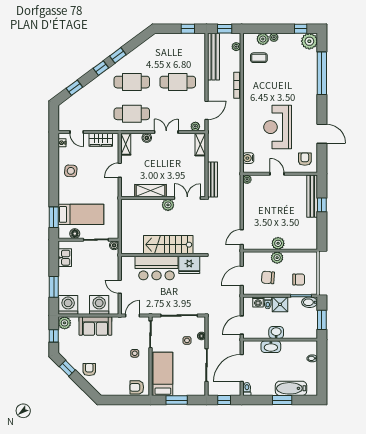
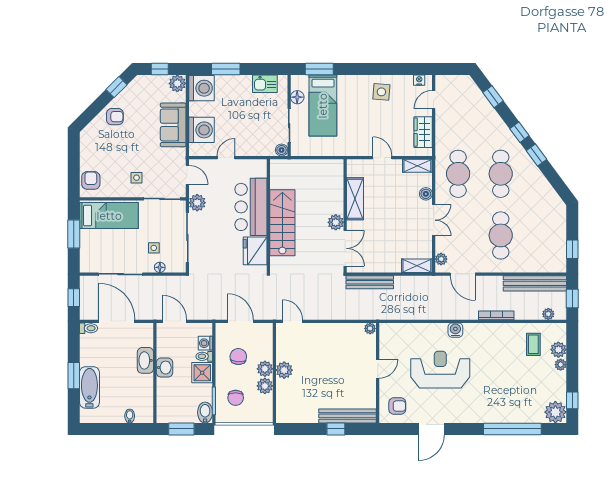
water cooler: (248, 158) -> (455, 330), moved
plant: (290, 258) -> (265, 386), added
plant: (153, 308) -> (197, 203), added

